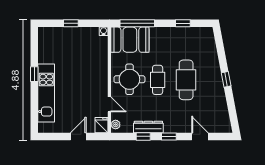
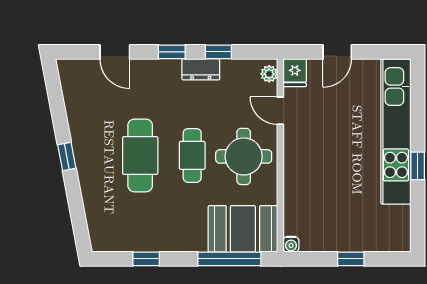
kitchen unit: (46, 93) -> (396, 132), width x1.36
dresser: (148, 127) -> (201, 69), width x0.70

